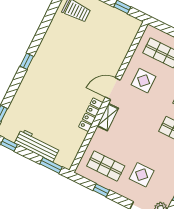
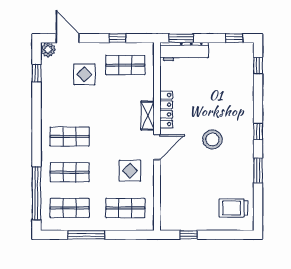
window: (42, 30) -> (258, 170), added
stool: (66, 73) -> (212, 139), added
workbench: (37, 145) -> (184, 51), moved

